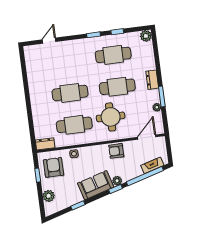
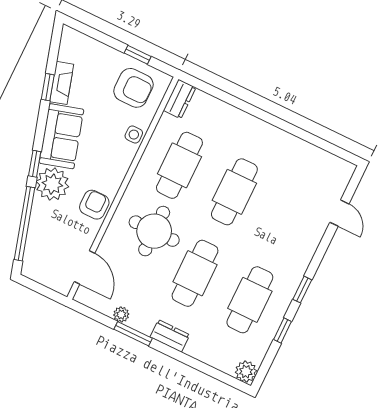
fireplace: (152, 165) -> (62, 83), moved
plant: (117, 181) -> (52, 184), width x1.87, depth x1.87
plant: (49, 196) -> (93, 50), removed

